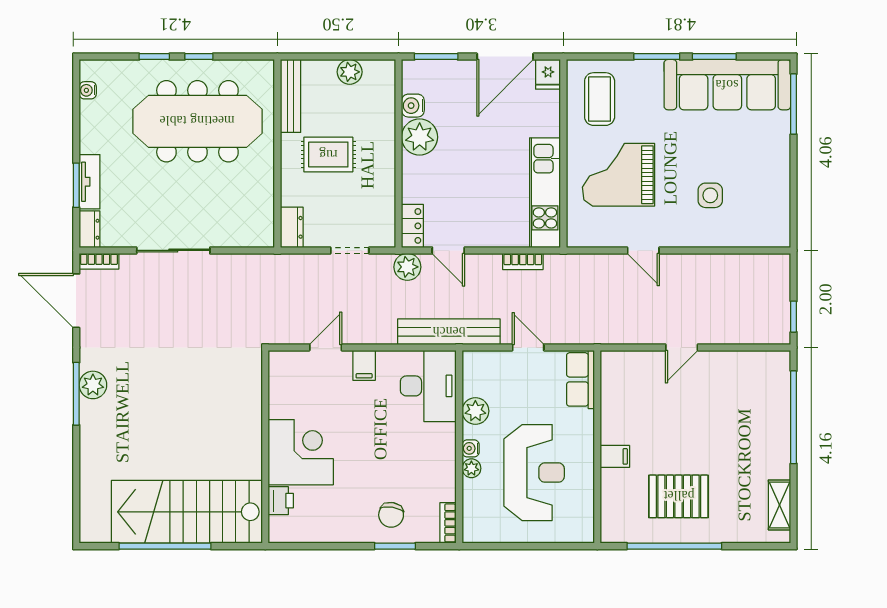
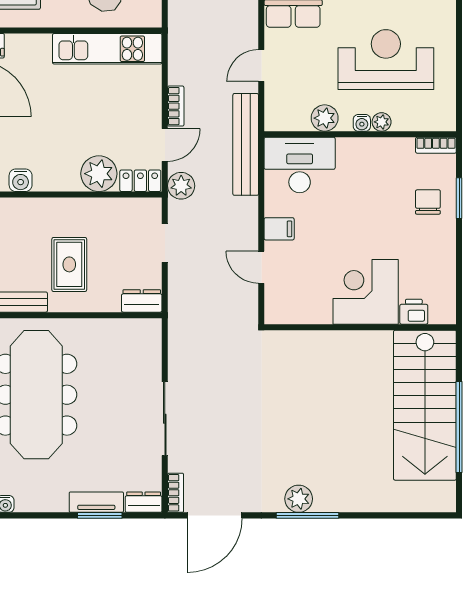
plant: (420, 137) -> (99, 174), moved
bookcase: (523, 261) -> (176, 106), moved
chair: (391, 515) -> (428, 202), turned -99

